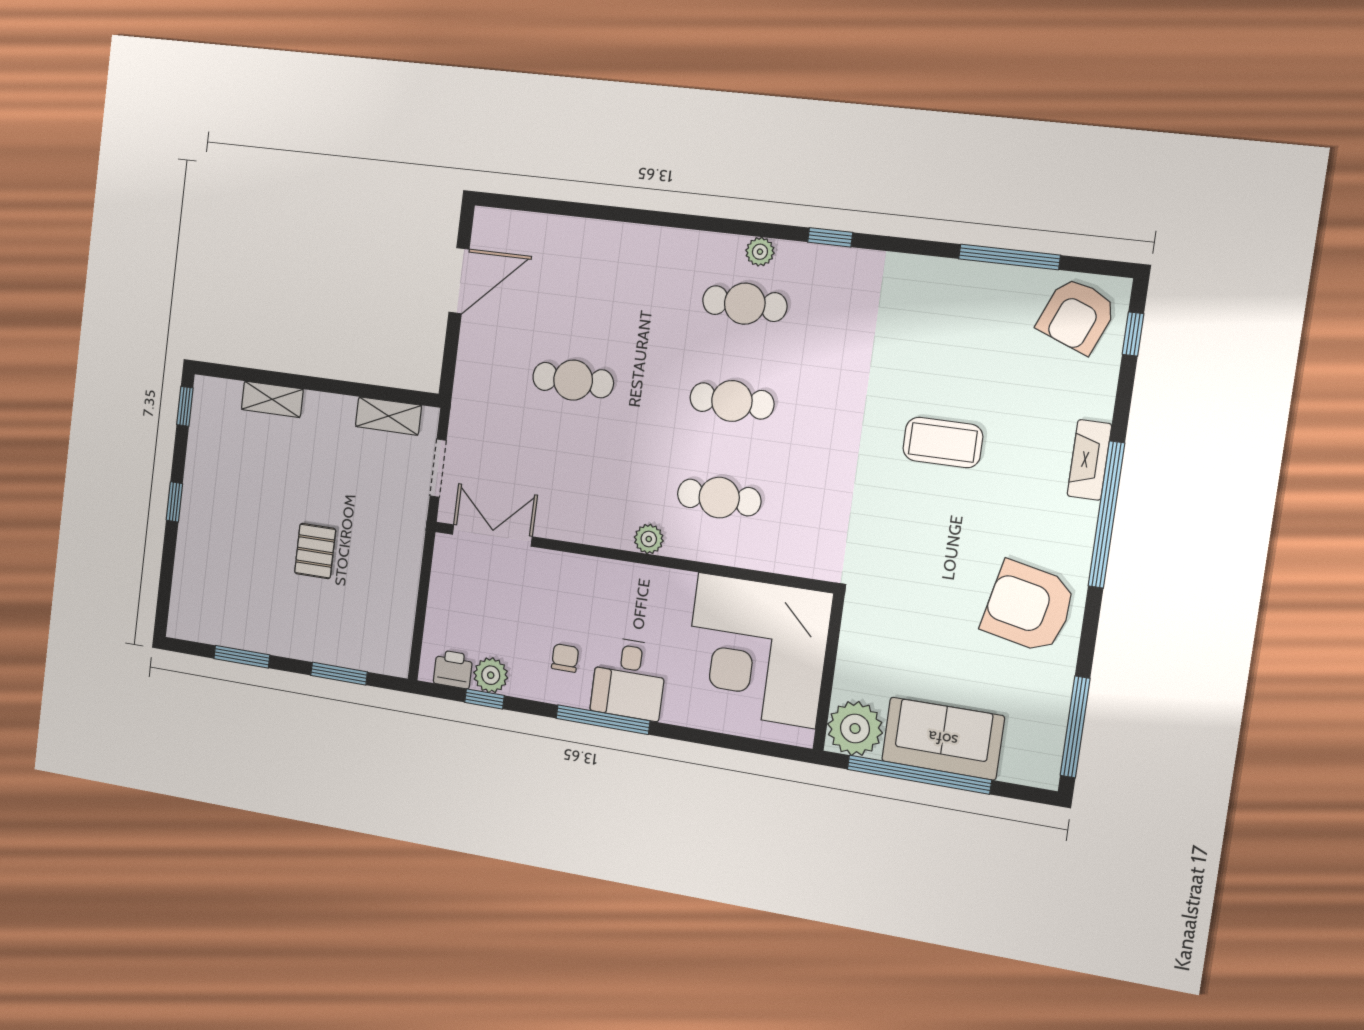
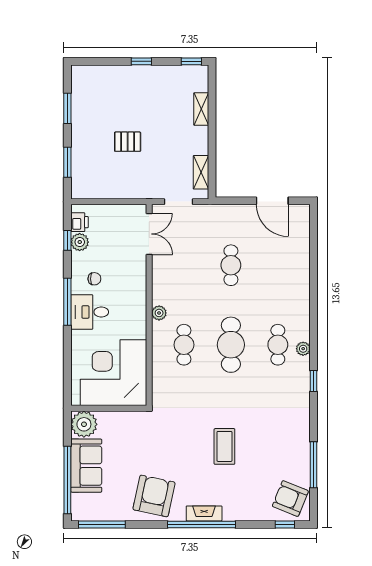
cafe table: (732, 401) -> (231, 345), width x1.37, depth x1.35
fireplace: (1089, 460) -> (204, 513), moved
window: (919, 775) -> (67, 480), moved

